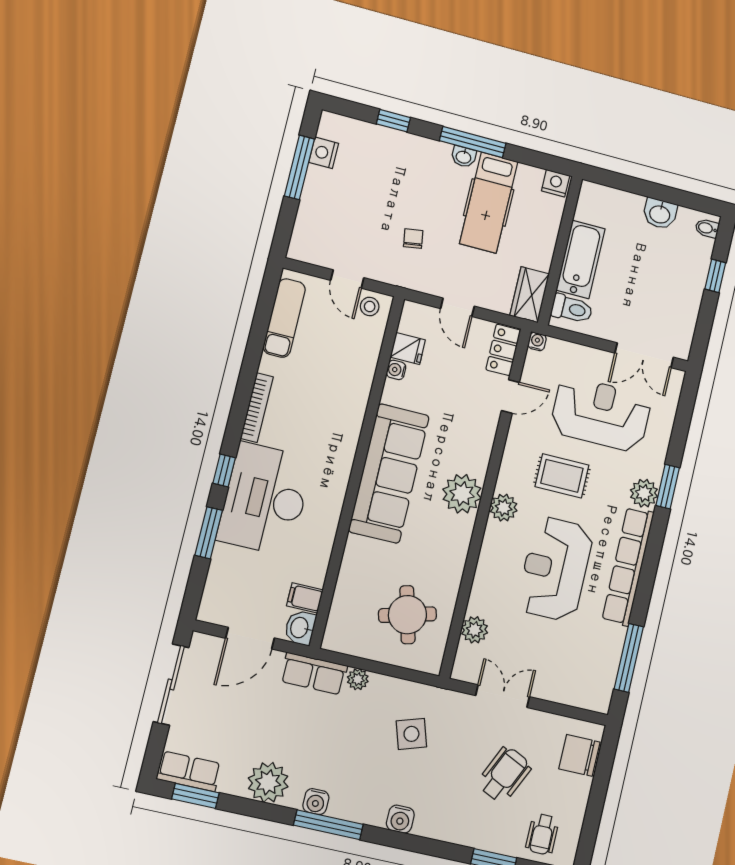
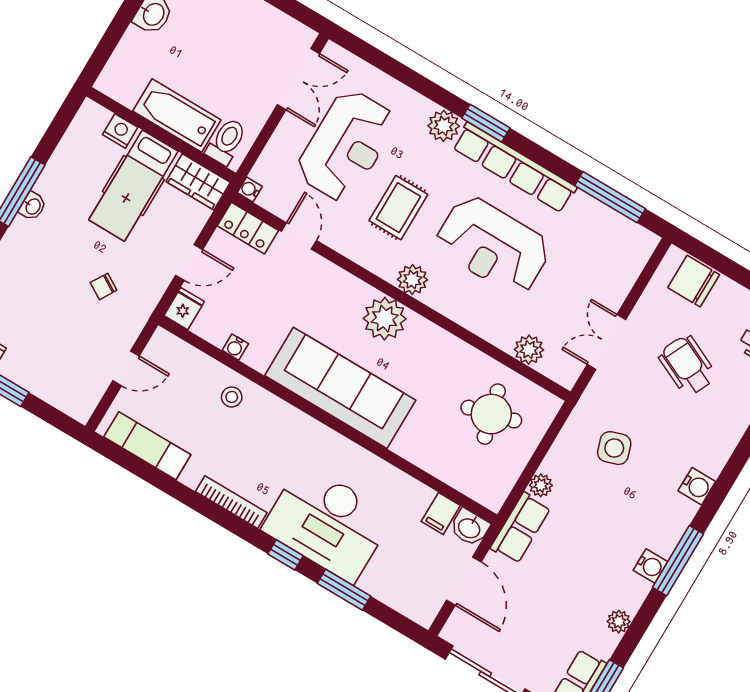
nightstand: (556, 183) -> (120, 131), moved, turned 90
hospital bed: (489, 203) -> (133, 186), moved, turned 90
chair: (413, 239) -> (104, 286), turned -50
stool: (370, 306) -> (232, 397), moved
fridge: (408, 349) -> (184, 309), moved
reception desk: (601, 414) -> (346, 146), turned 180
window: (668, 487) -> (486, 123), moved
chair: (579, 755) -> (694, 281), turned 90
plant: (268, 782) -> (619, 622), width x0.53, depth x0.53

